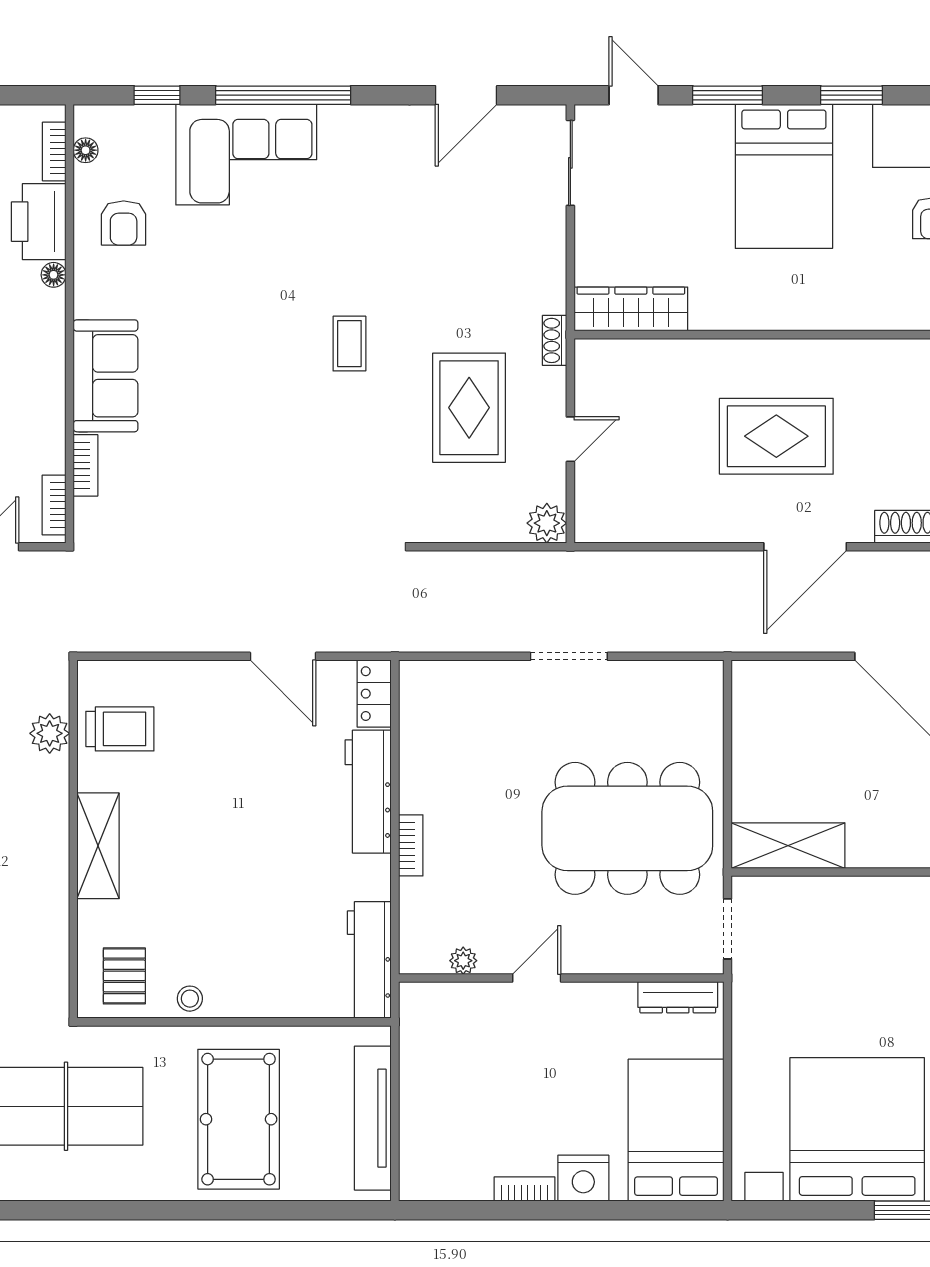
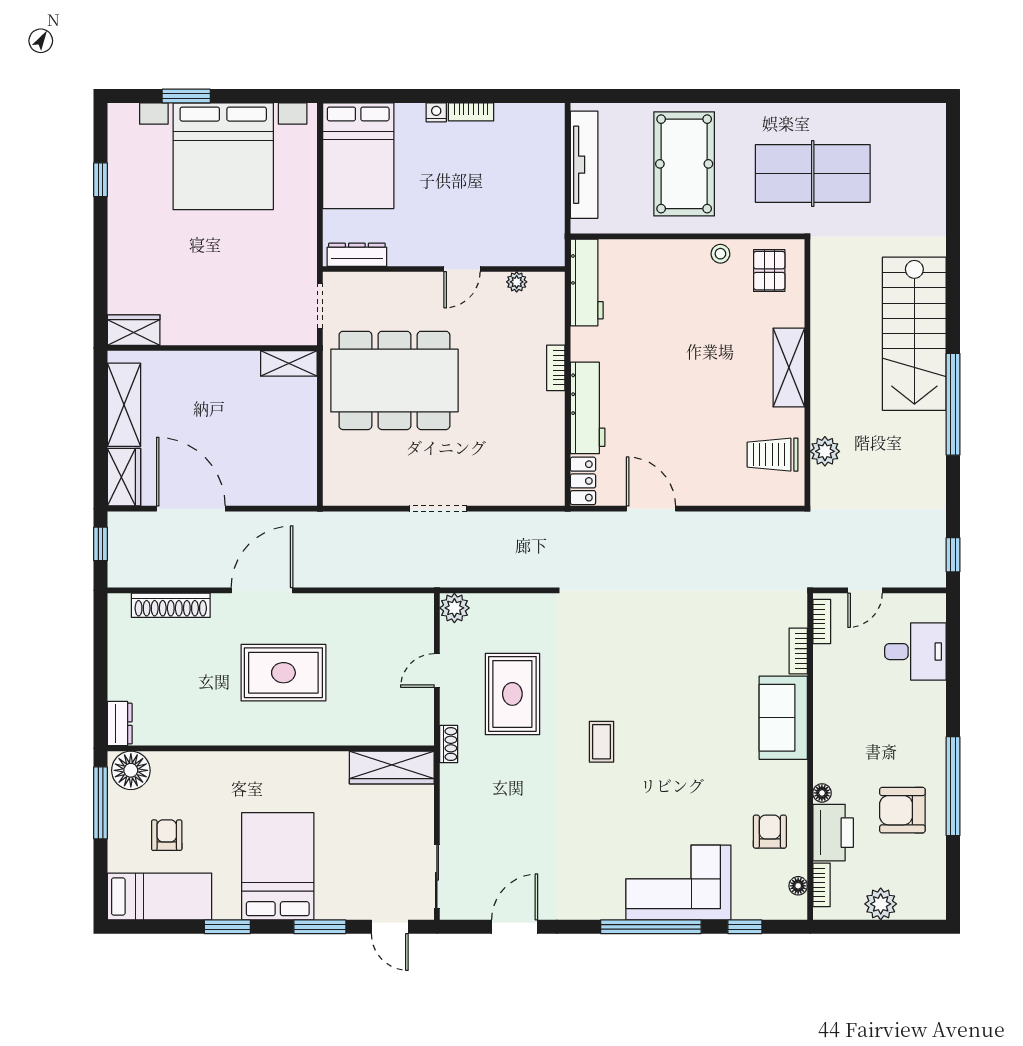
shelving: (788, 846) -> (289, 363), width x0.67, depth x0.75
nightstand: (583, 1178) -> (436, 112), width x0.53, depth x0.56

